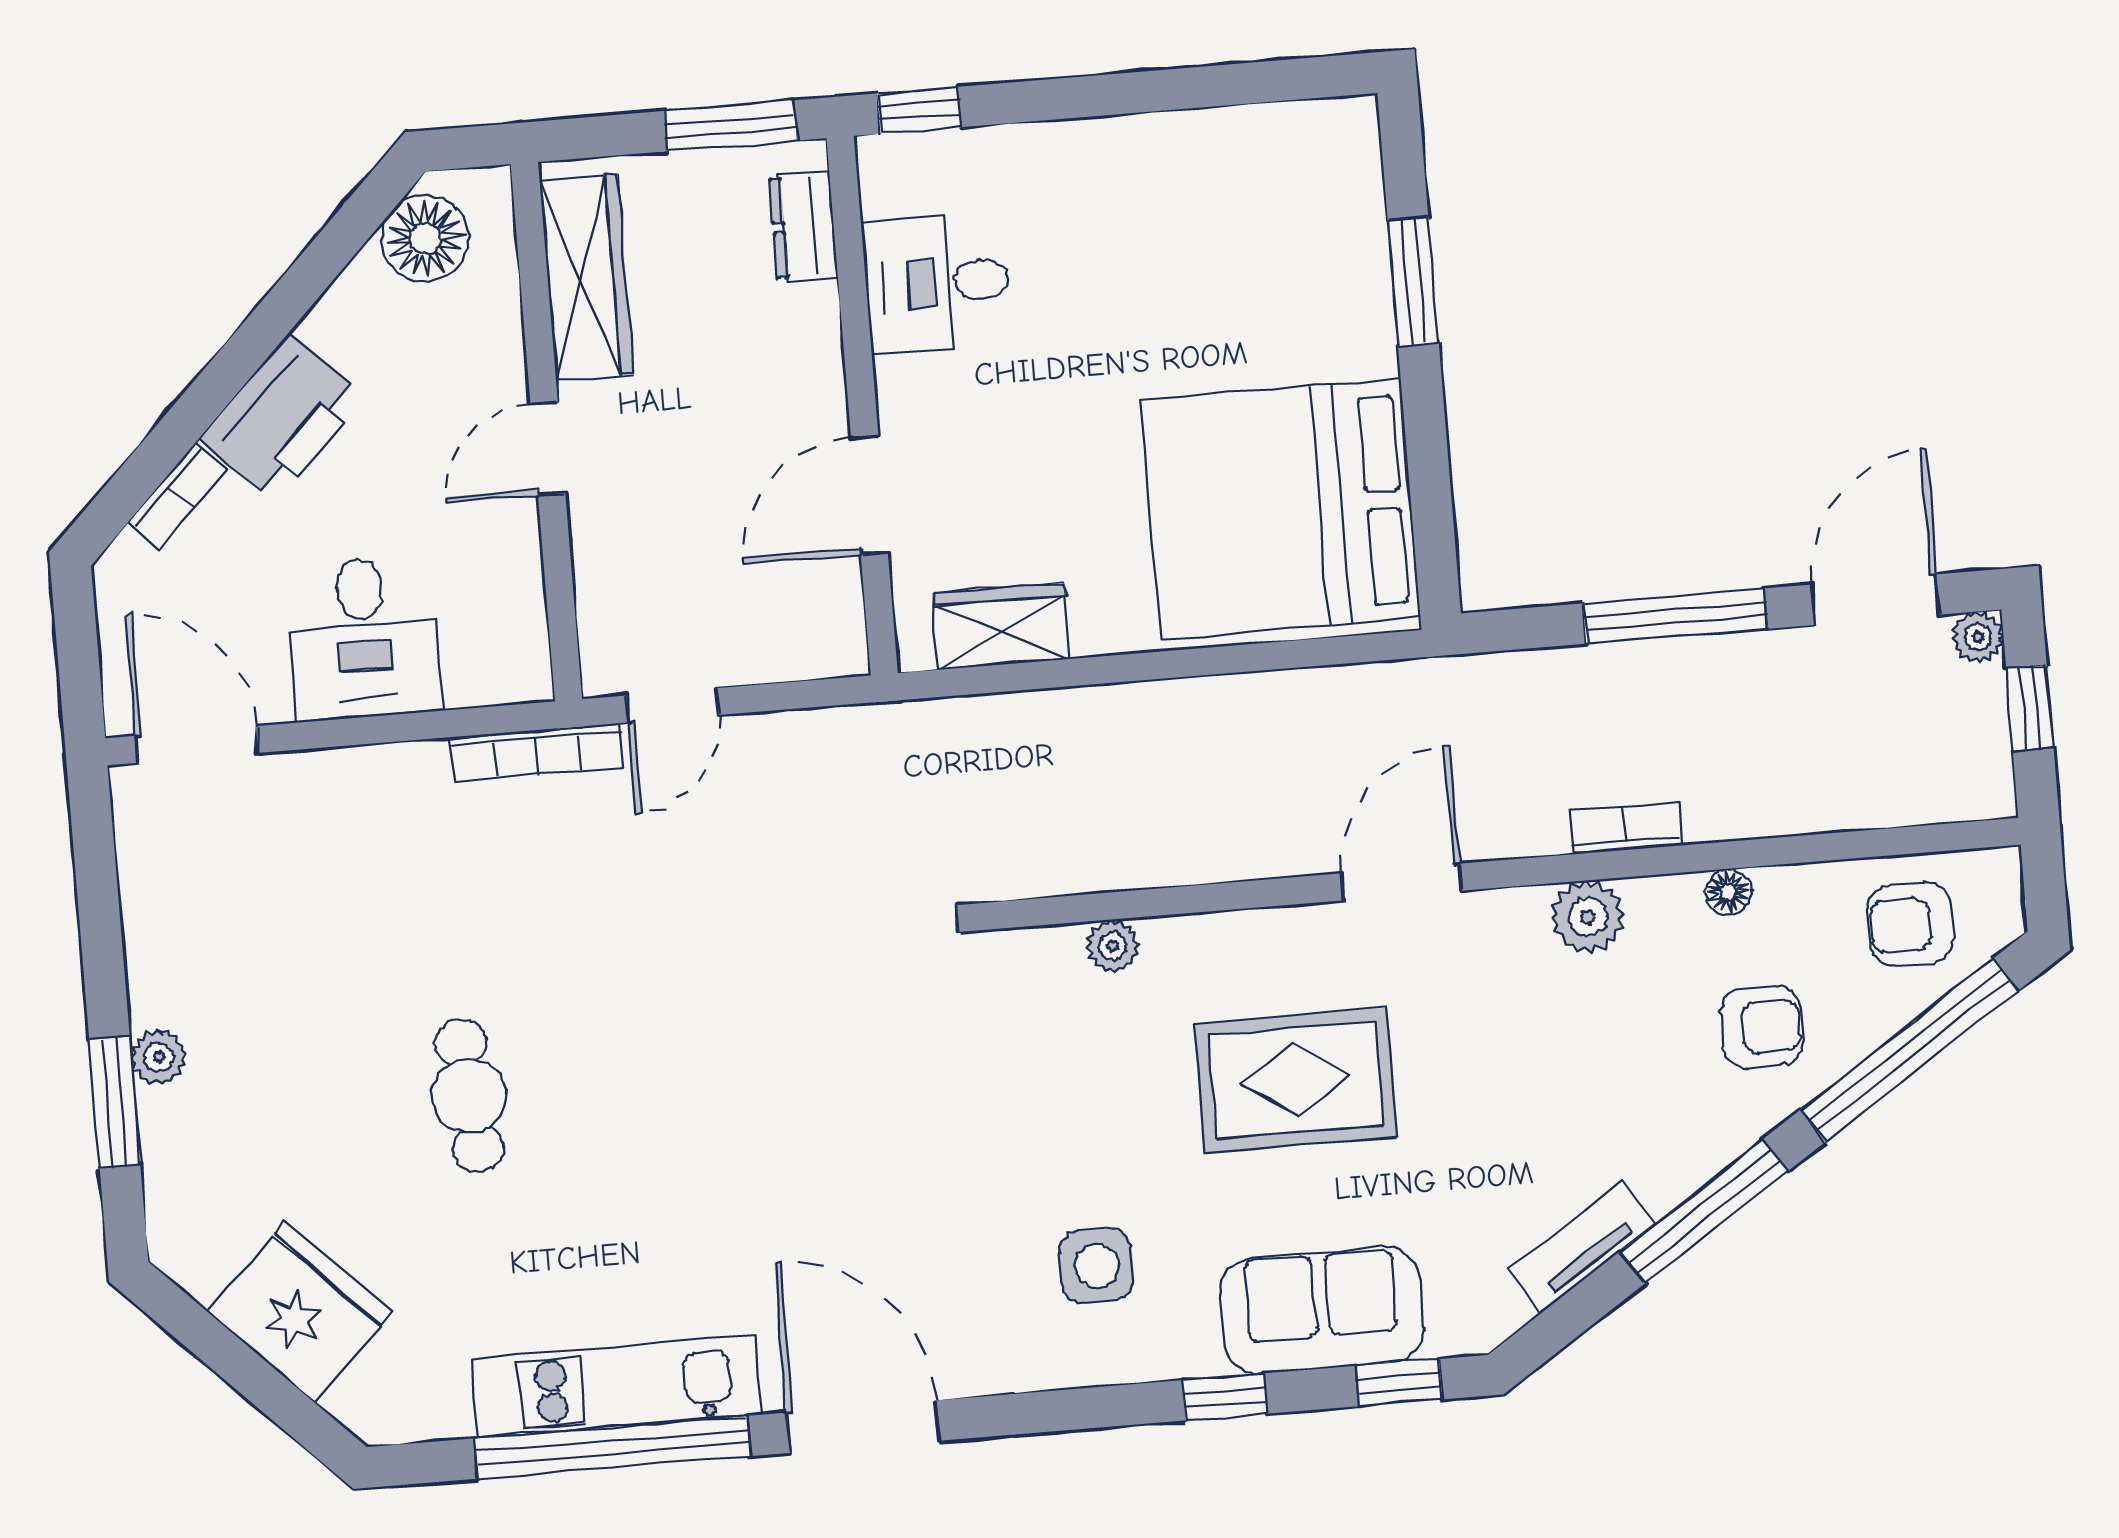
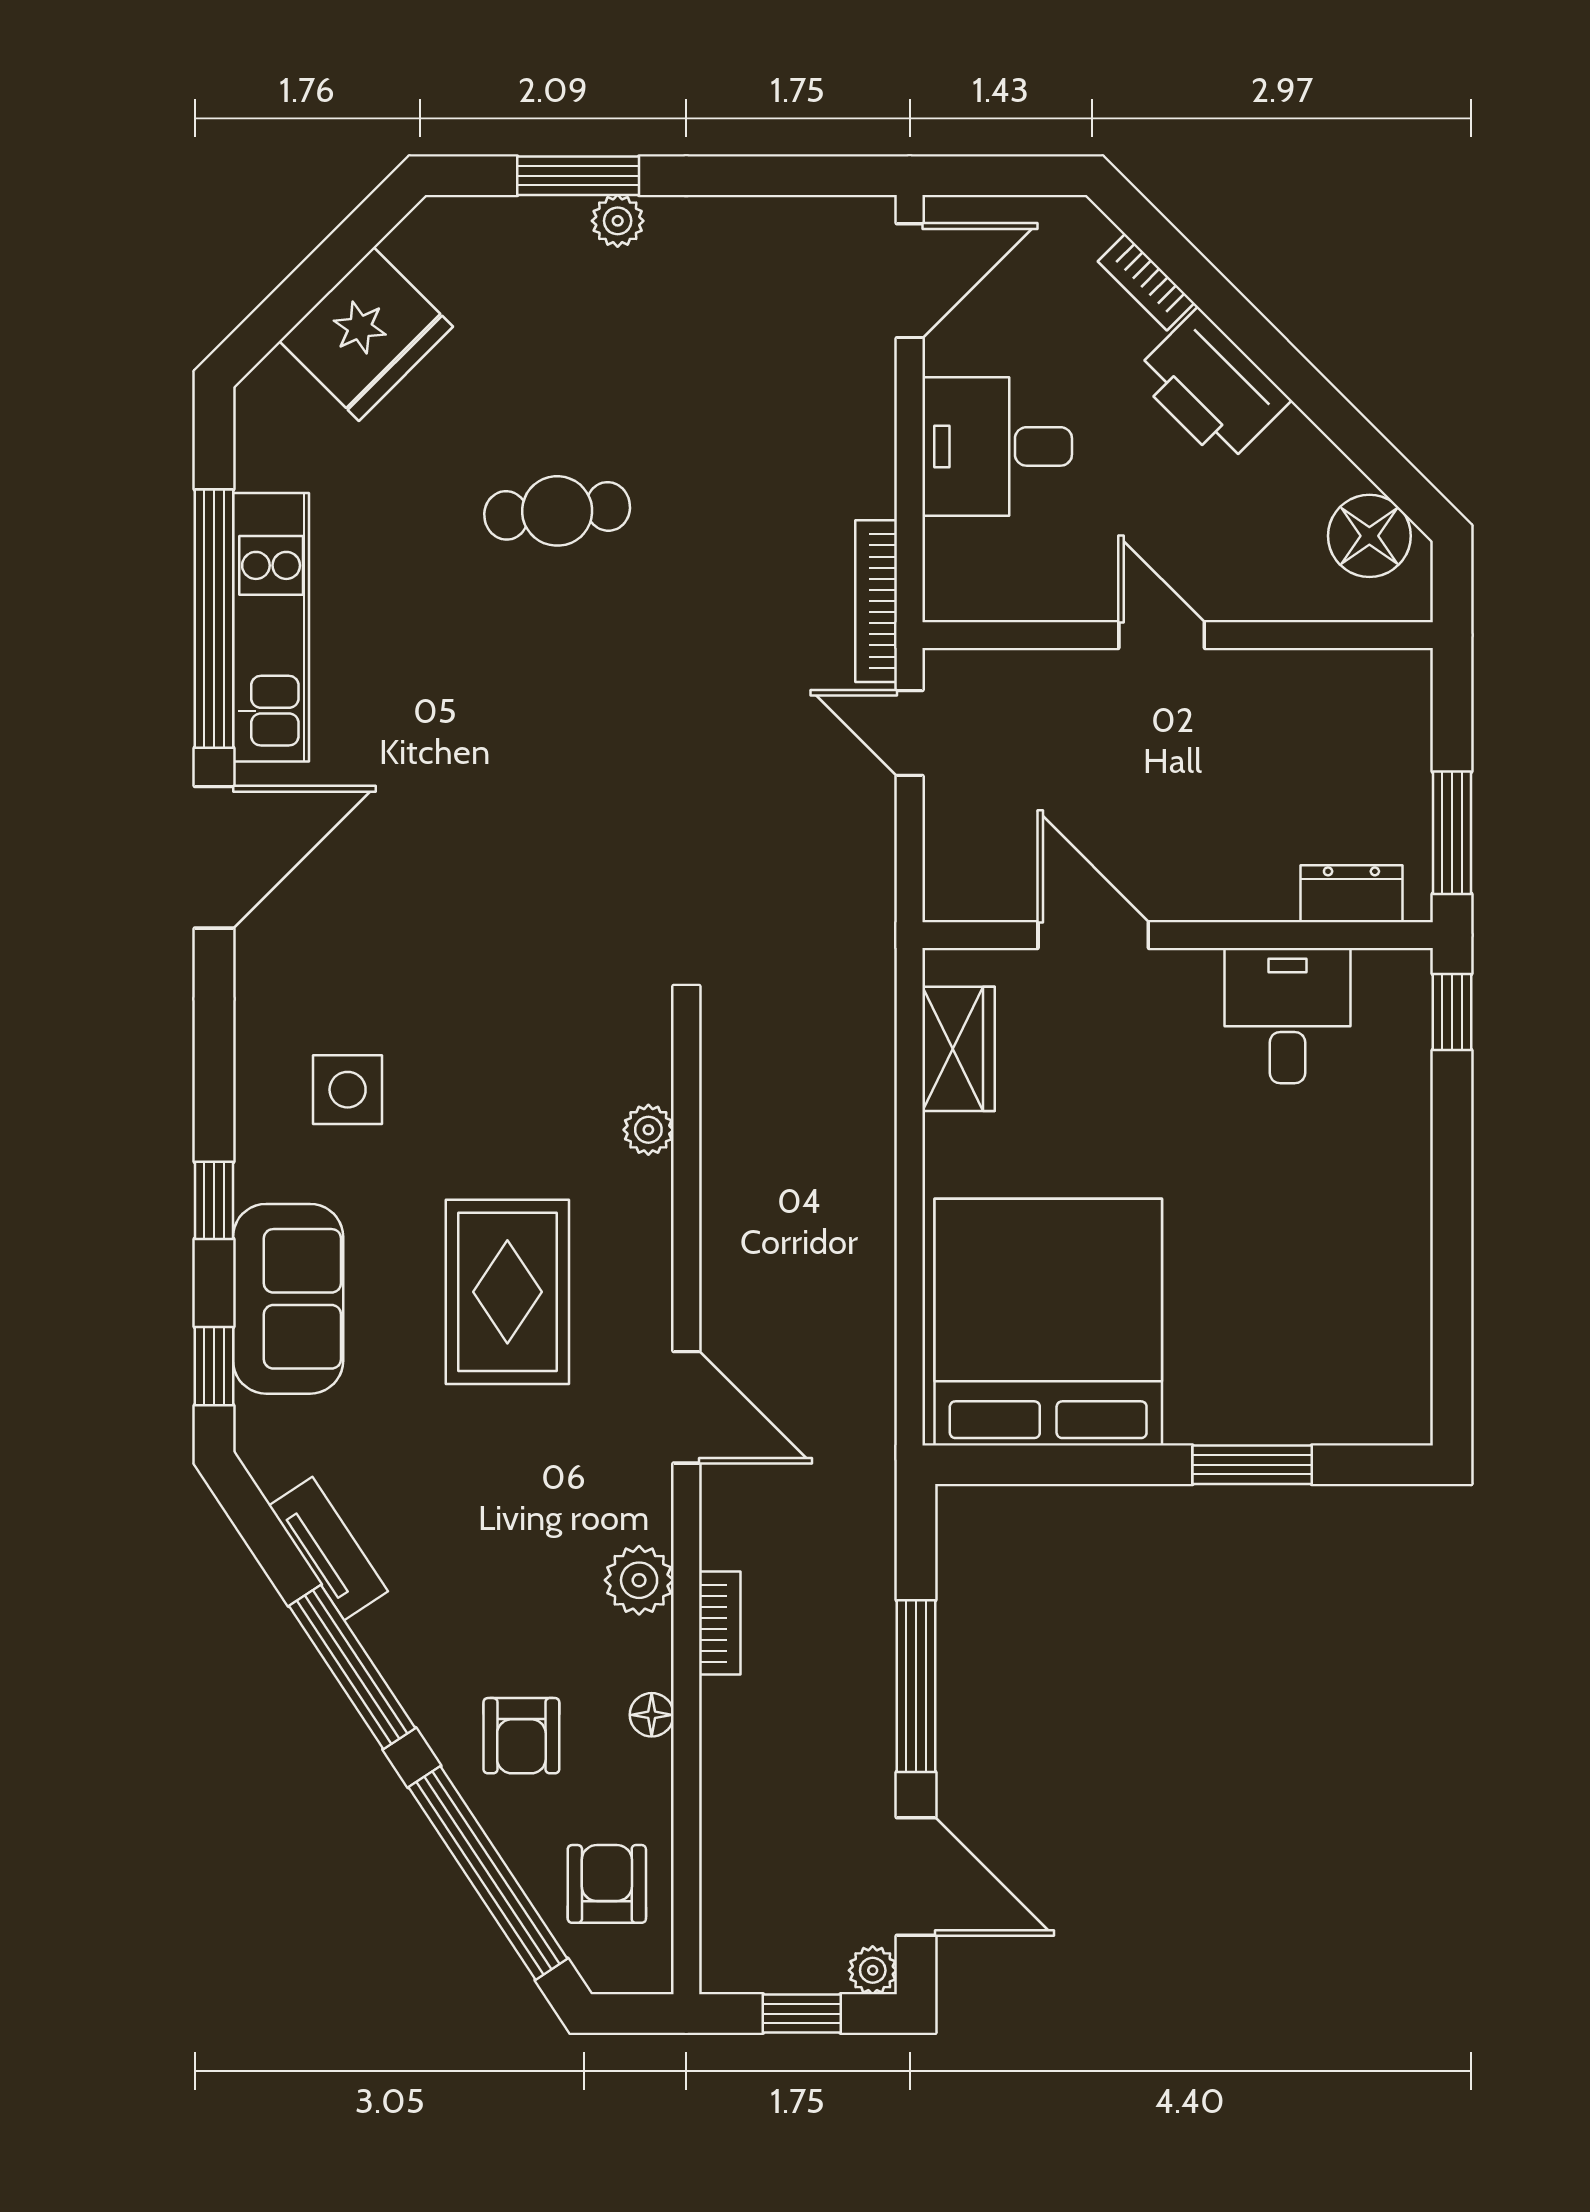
wardrobe: (586, 277) -> (1320, 685), removed

